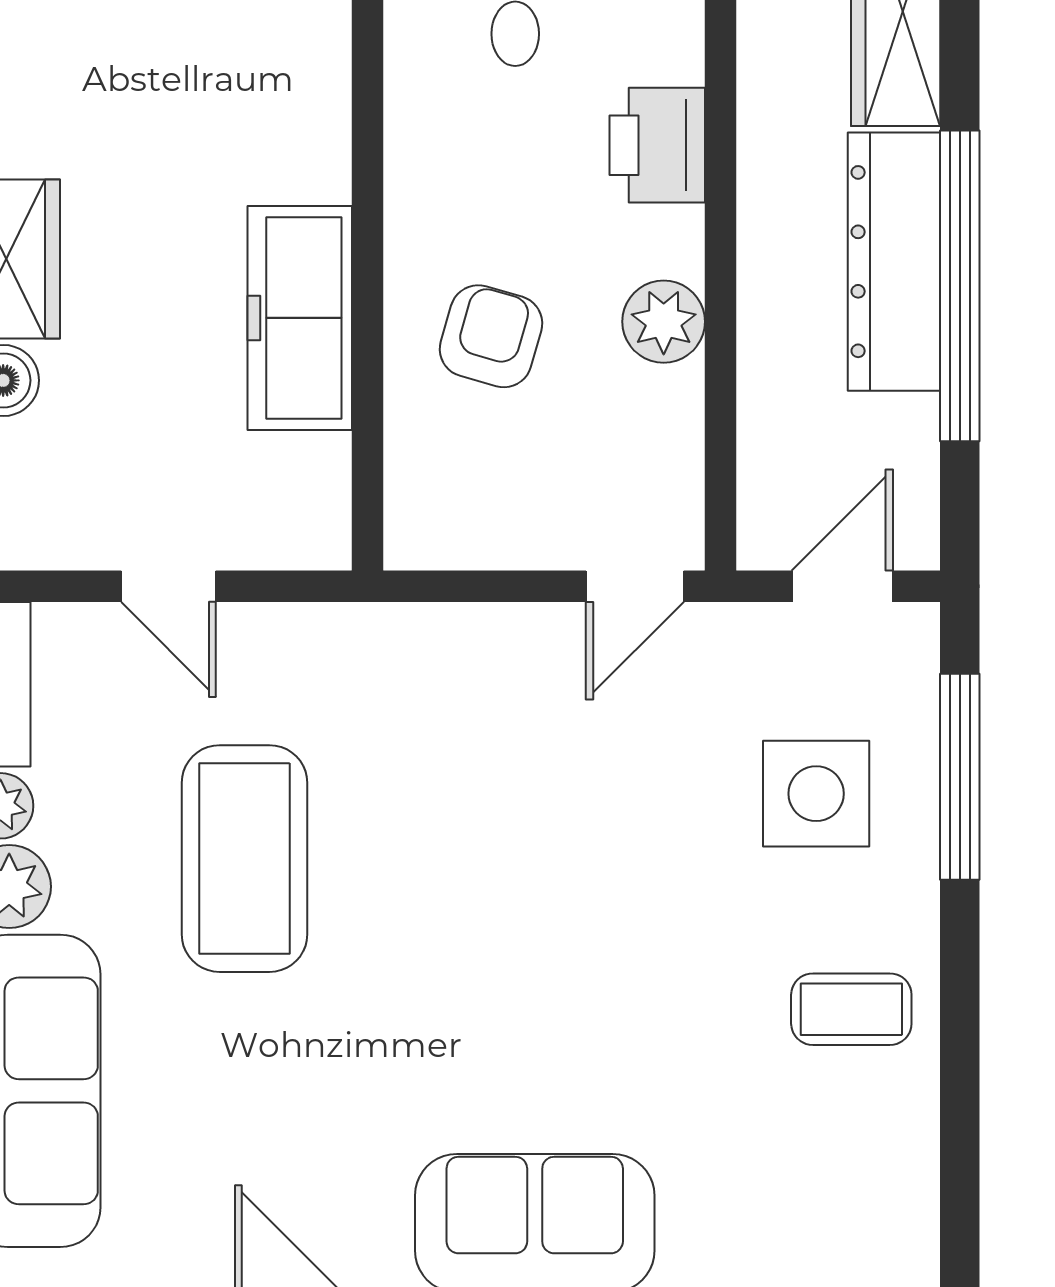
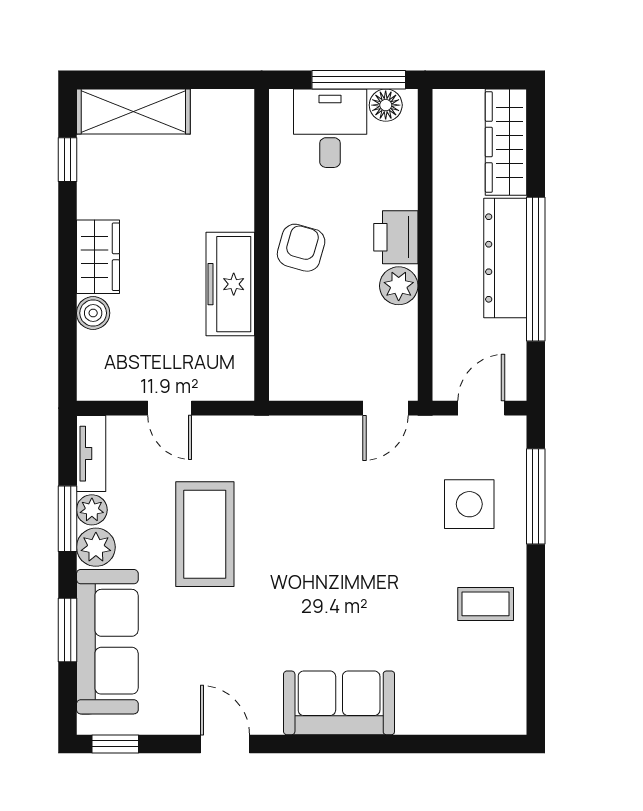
printer: (657, 145) -> (396, 237), moved
armchair: (491, 336) -> (301, 248), moved

